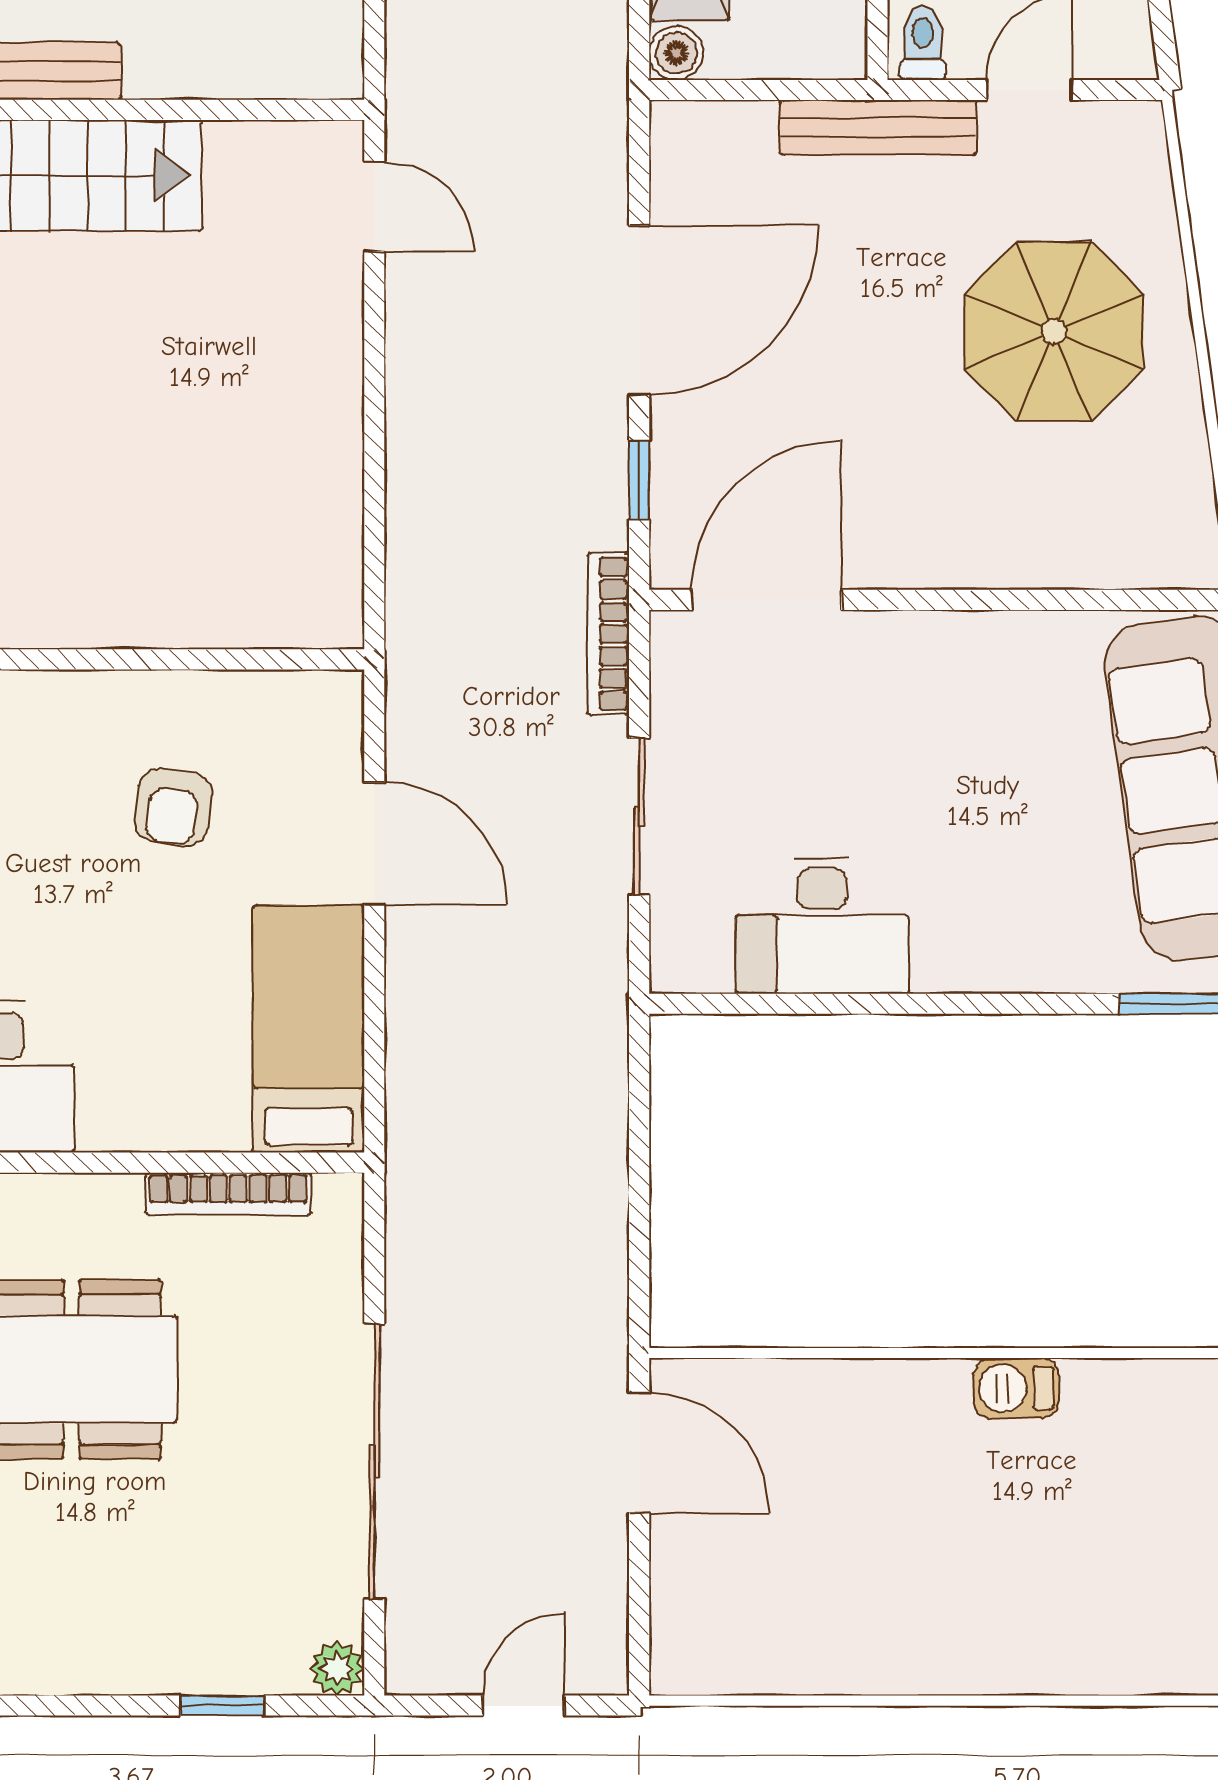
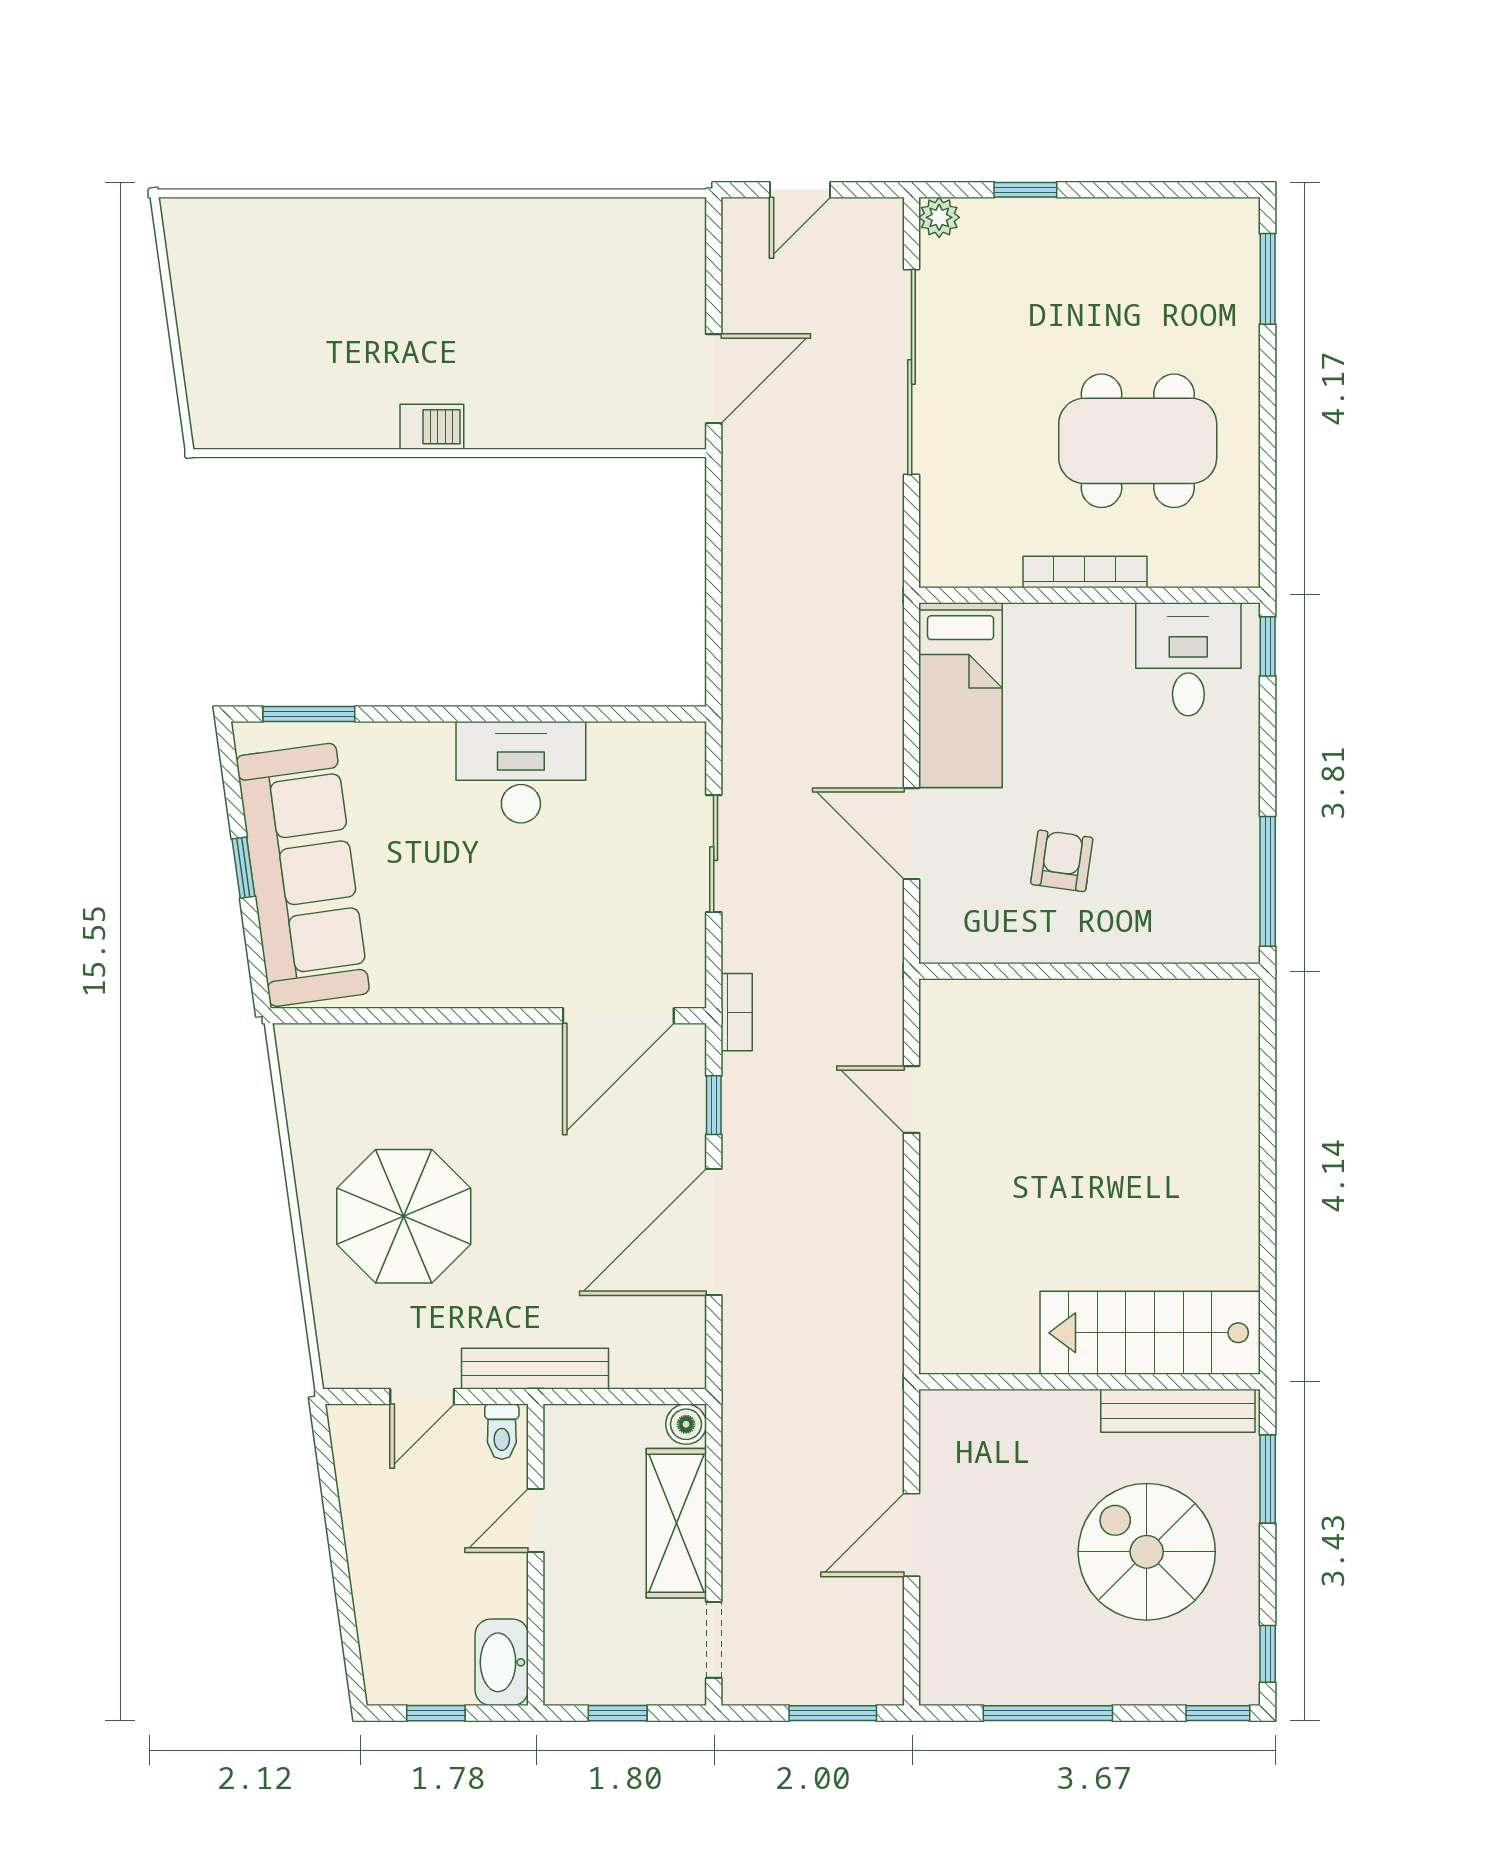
door: (374, 206) -> (912, 1100), moved
bookcase: (608, 634) -> (737, 1012), width x0.64
desk: (822, 926) -> (521, 772), moved
bookcase: (228, 1194) -> (1085, 572), moved
door: (639, 1453) -> (714, 379), swing flipped

